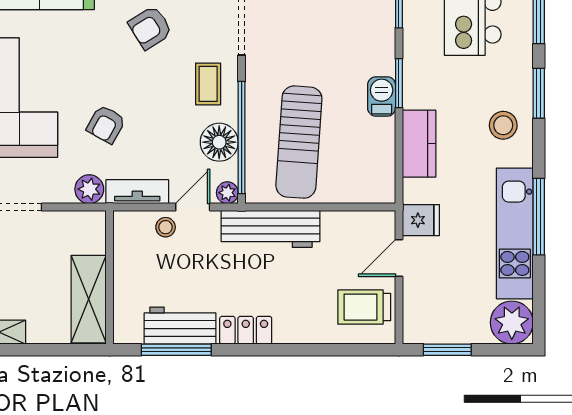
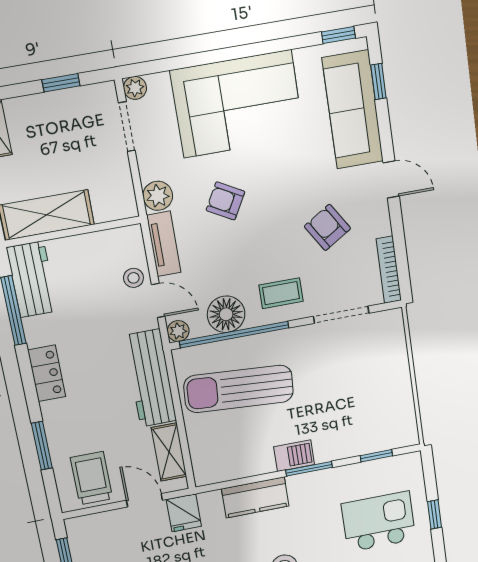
shelving: (352, 224) -> (169, 452), added
workbench: (180, 326) -> (32, 279), moved
window: (320, 350) -> (42, 446), added

